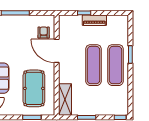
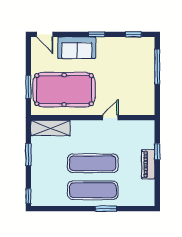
armchair: (44, 33) -> (133, 102), removed
door: (57, 51) -> (110, 118), width x0.53
pool table: (34, 88) -> (64, 90), width x1.36, depth x1.32

